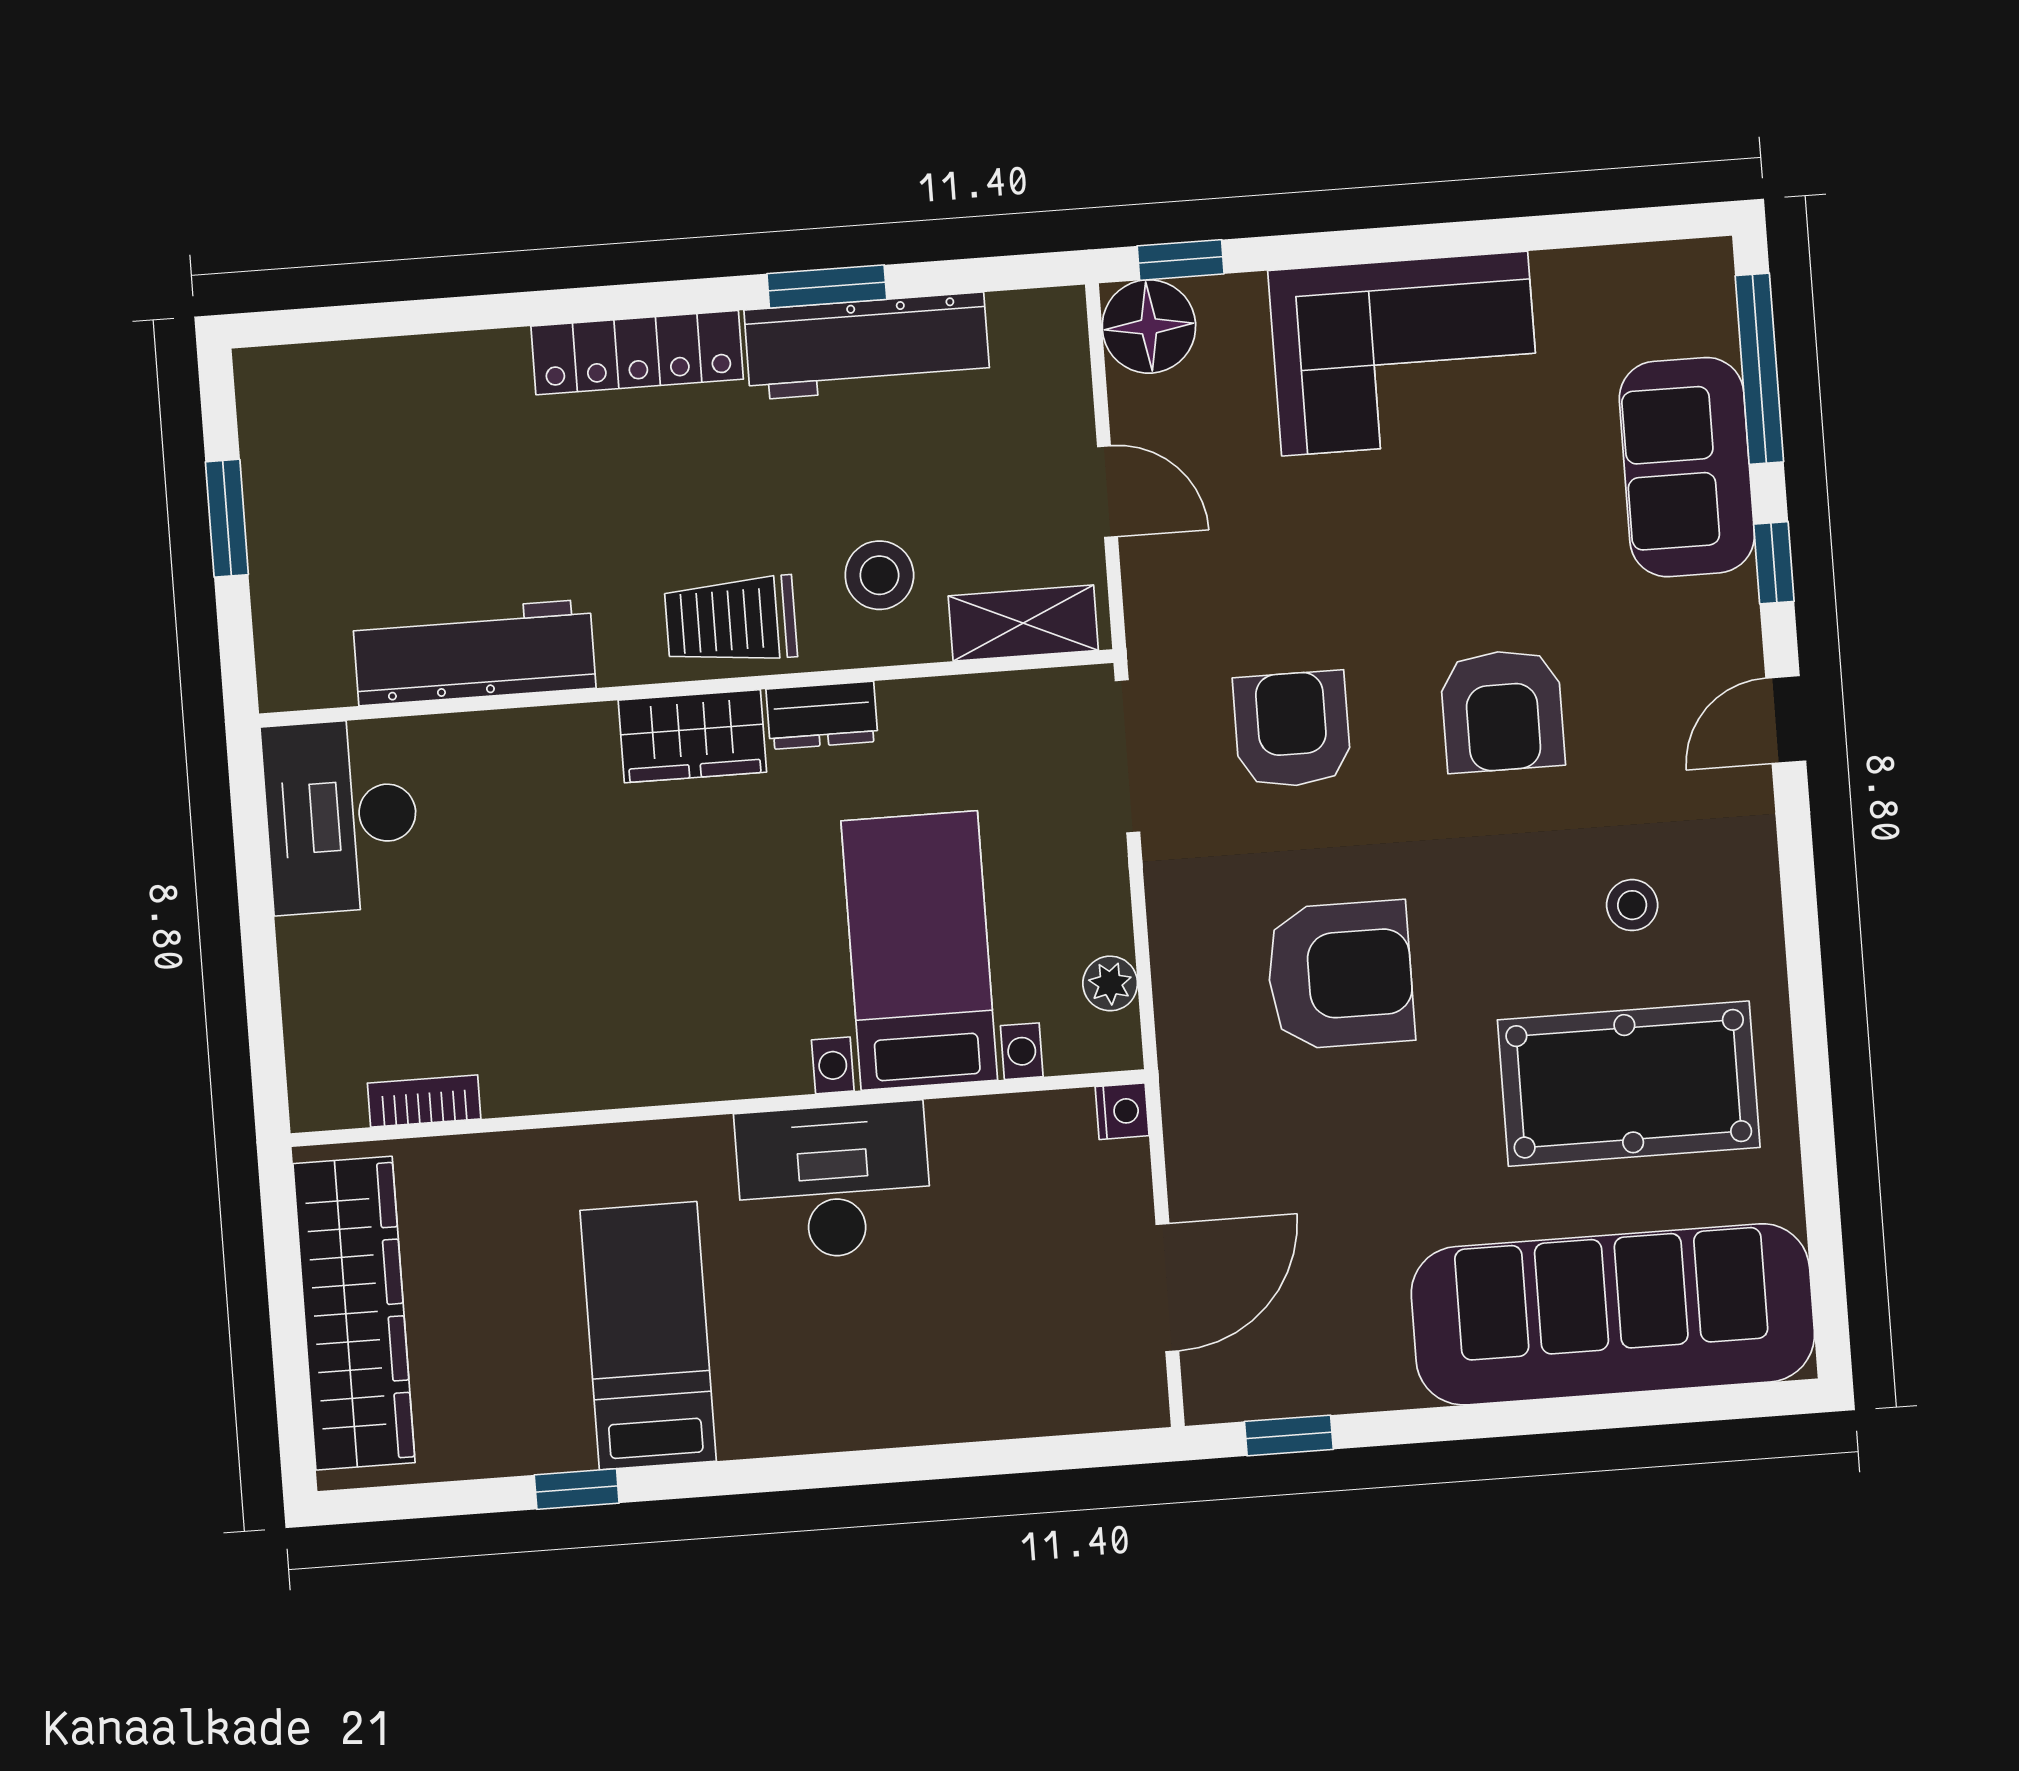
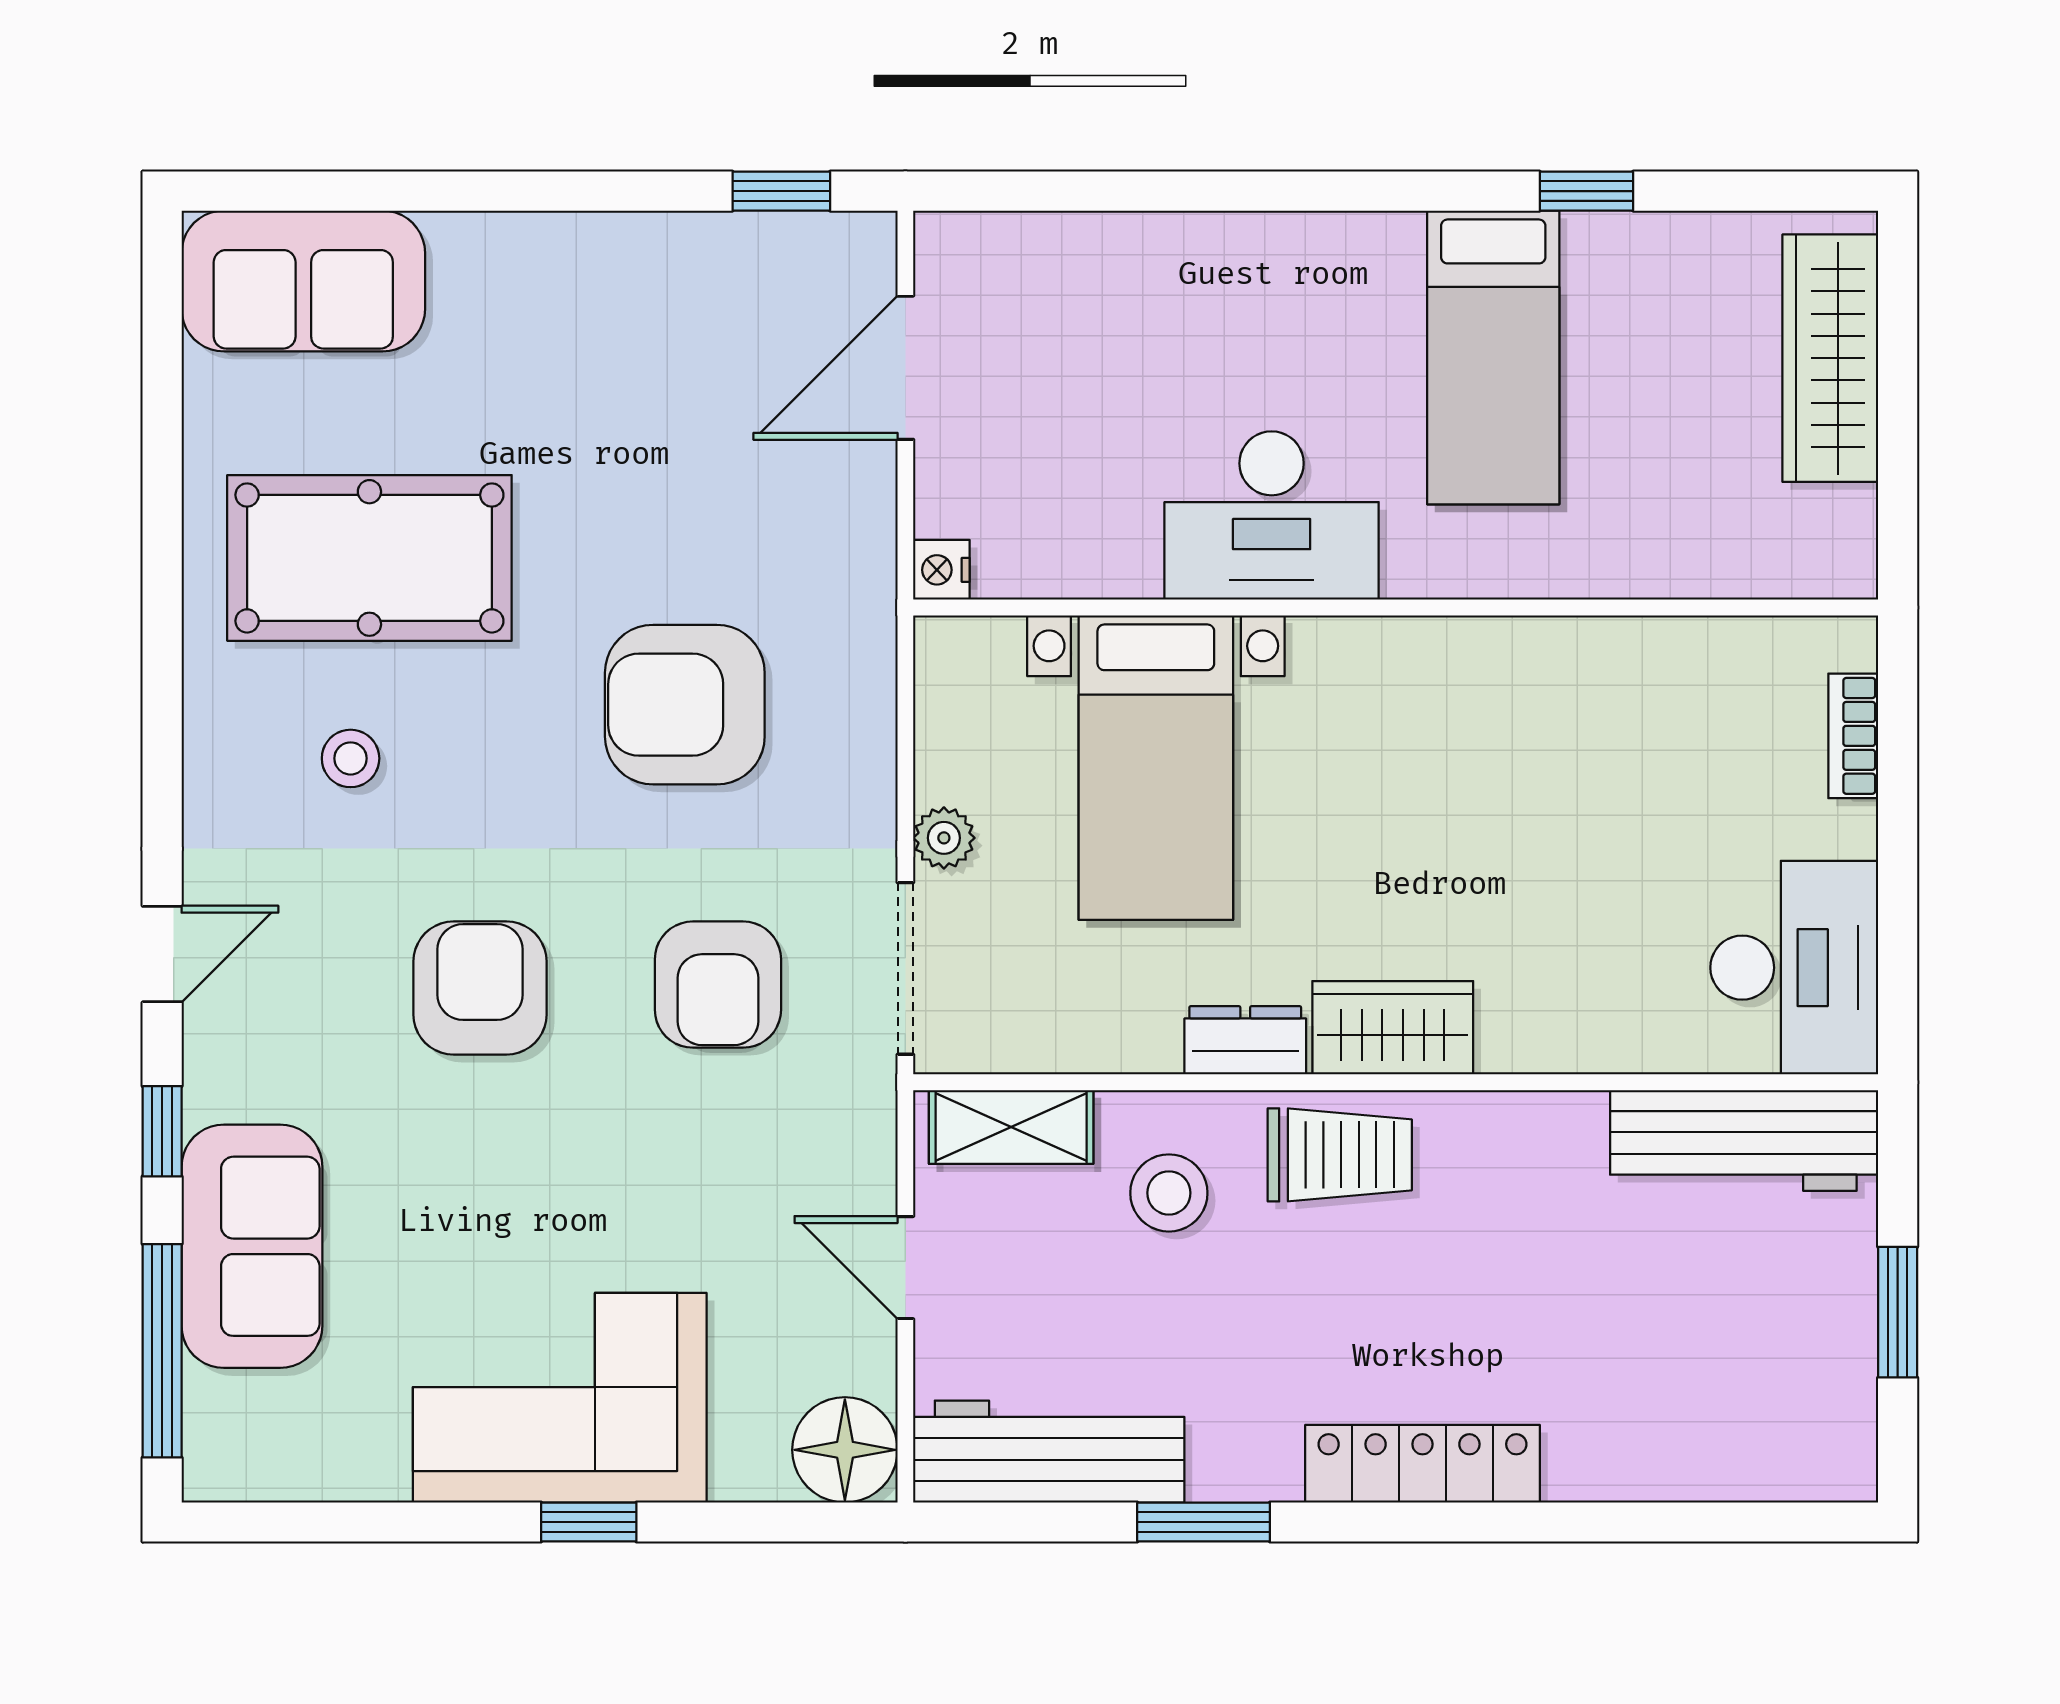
window: (1181, 260) -> (589, 1522), moved
workbench: (867, 346) -> (1049, 1452), moved
workbench: (474, 652) -> (1744, 1140), moved
plant: (1110, 983) -> (944, 838), moved
bookcase: (424, 1101) -> (1853, 736), moved, turned 90
wardrobe: (354, 1313) -> (1830, 358), width x0.71, depth x0.85
sofa: (1613, 1314) -> (303, 281), width x0.54, depth x0.79

